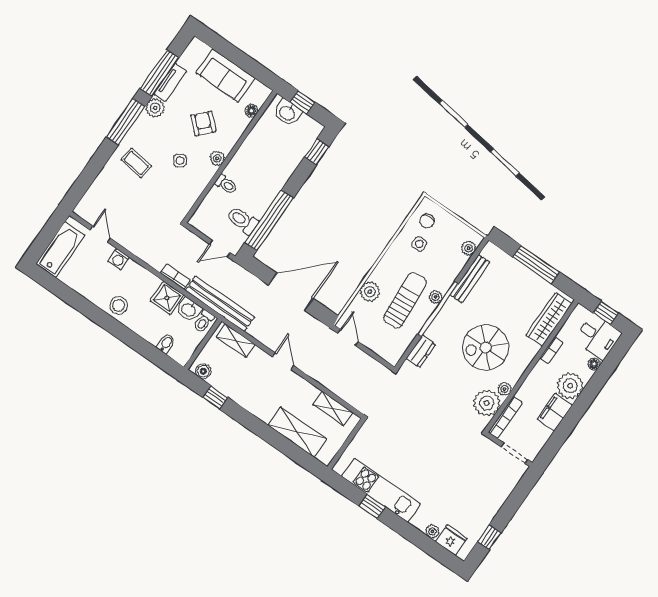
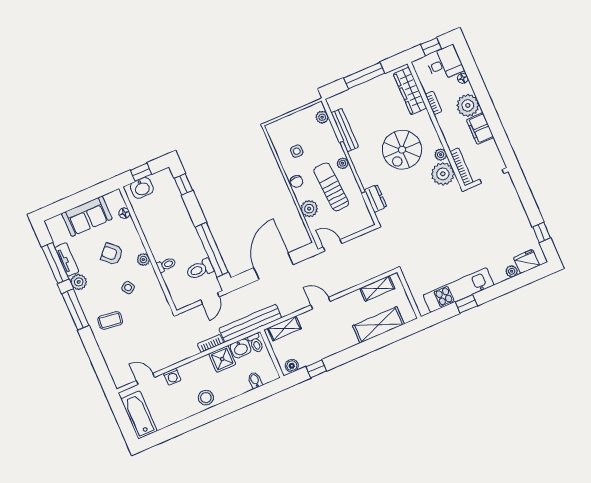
chair: (427, 221) -> (297, 181), moved

